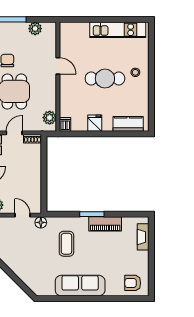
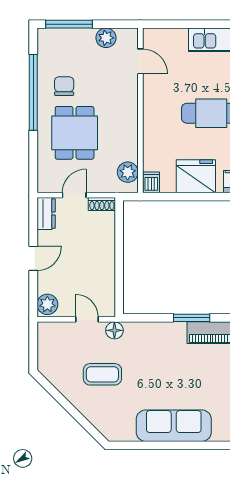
door: (58, 66) -> (140, 61), moved
fridge: (95, 123) -> (196, 176), width x1.88, depth x1.34
coffee table: (66, 244) -> (102, 374), moved, turned 90

